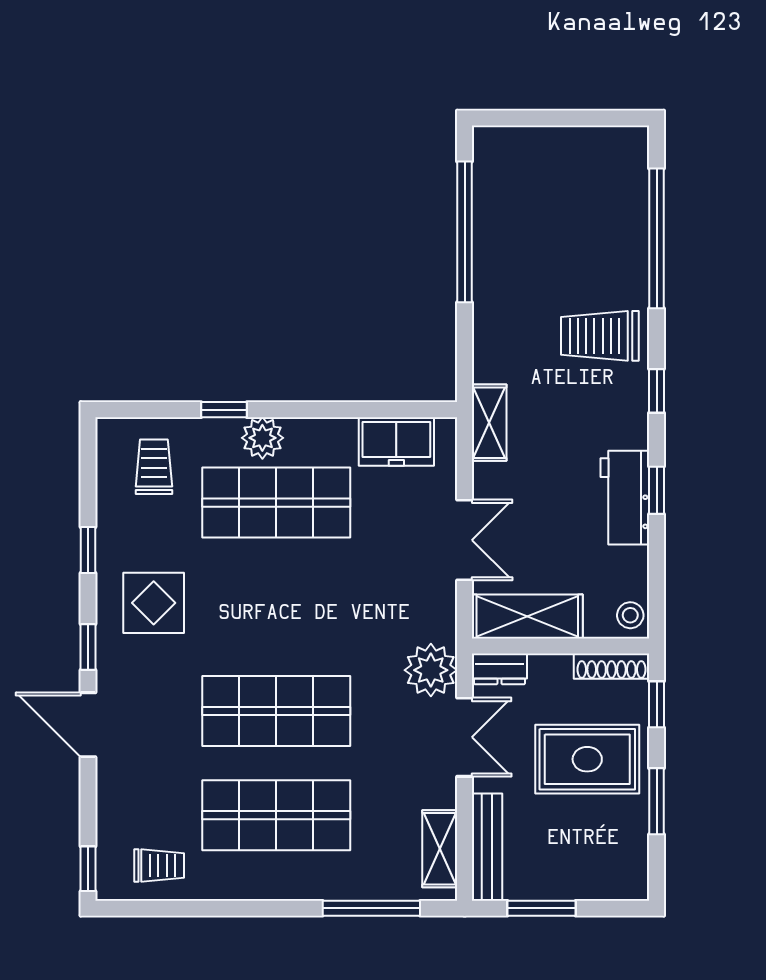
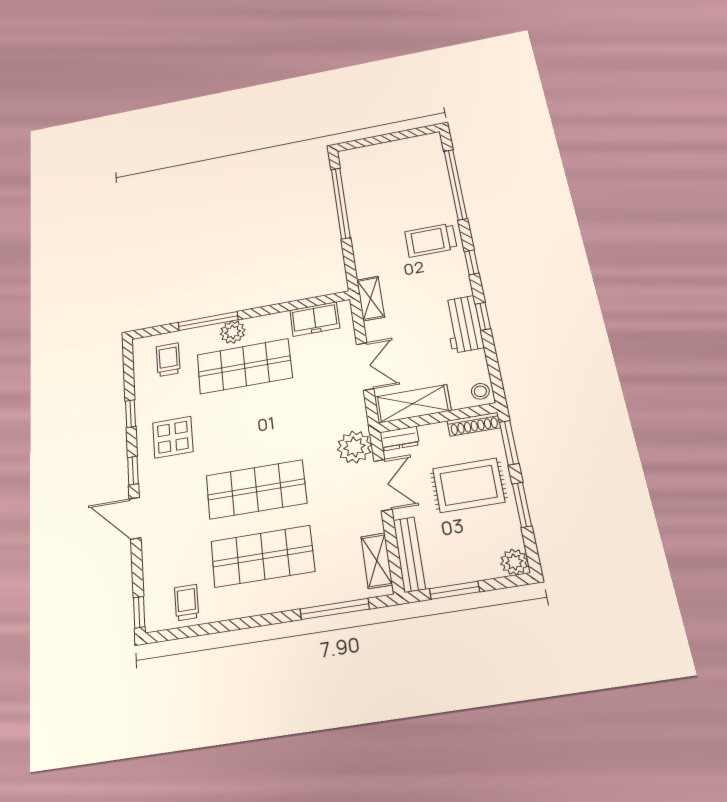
window: (224, 410) -> (208, 321), width x2.17
window: (657, 704) -> (509, 443), width x1.50
trolley: (159, 865) -> (187, 602), turned -90
plant: (630, 882) -> (514, 562), added

